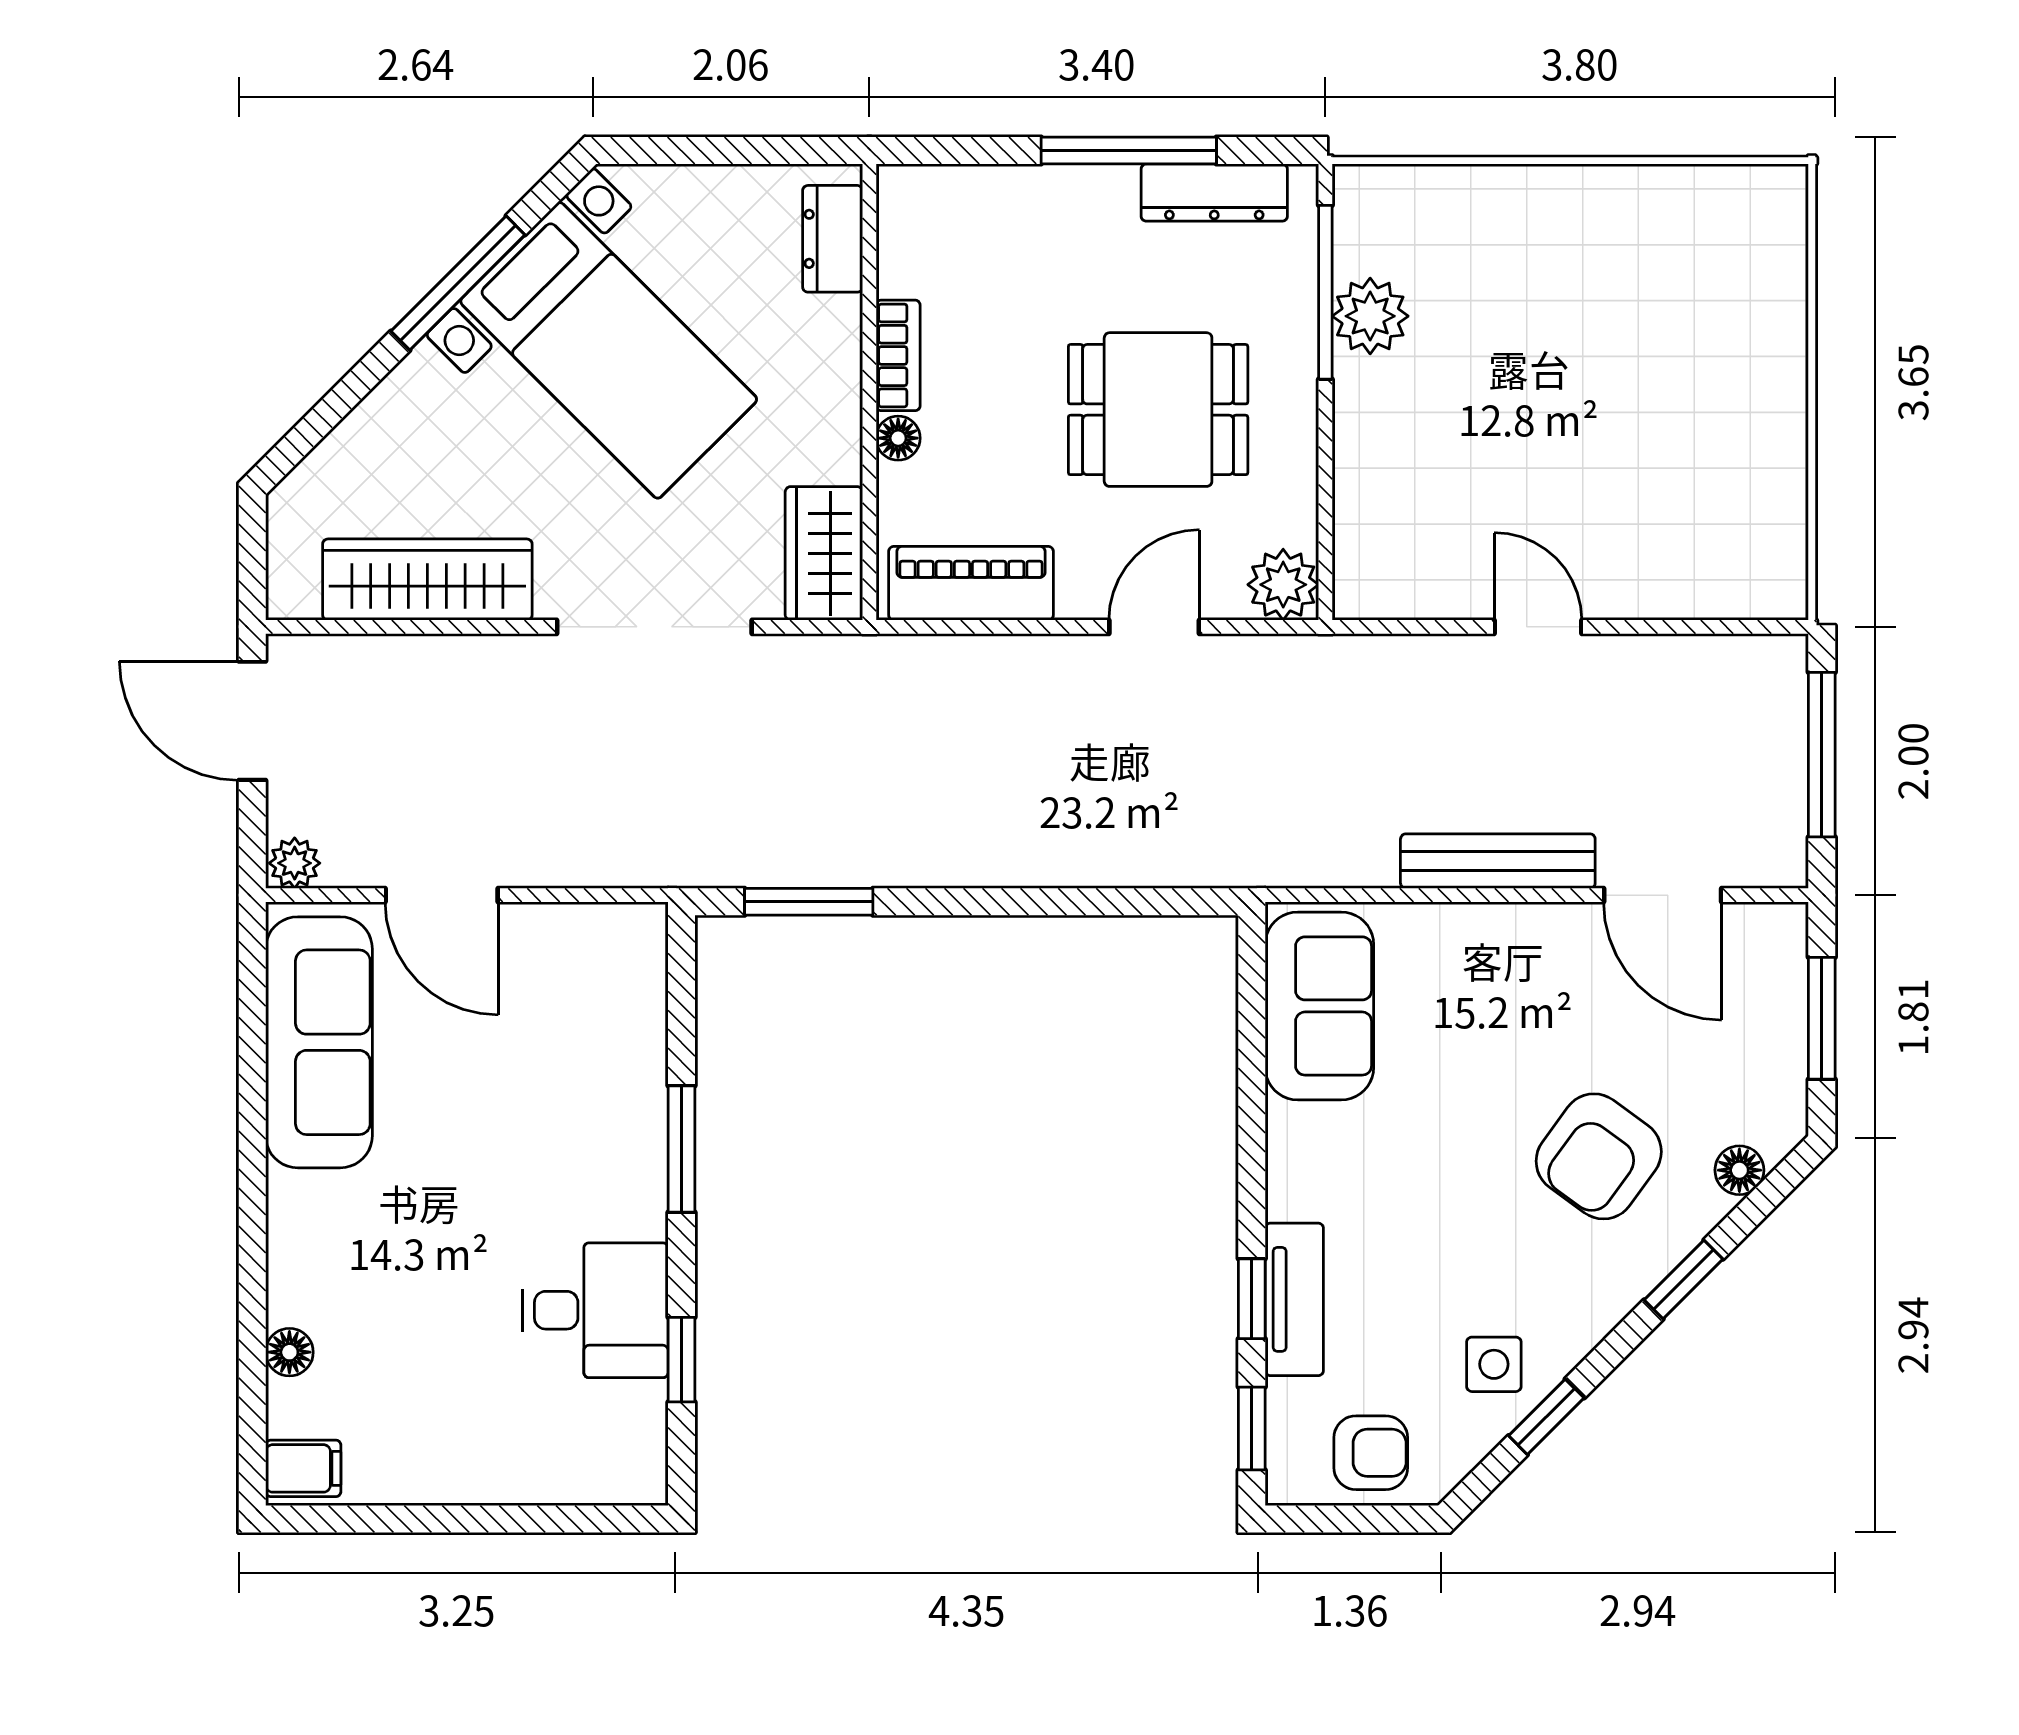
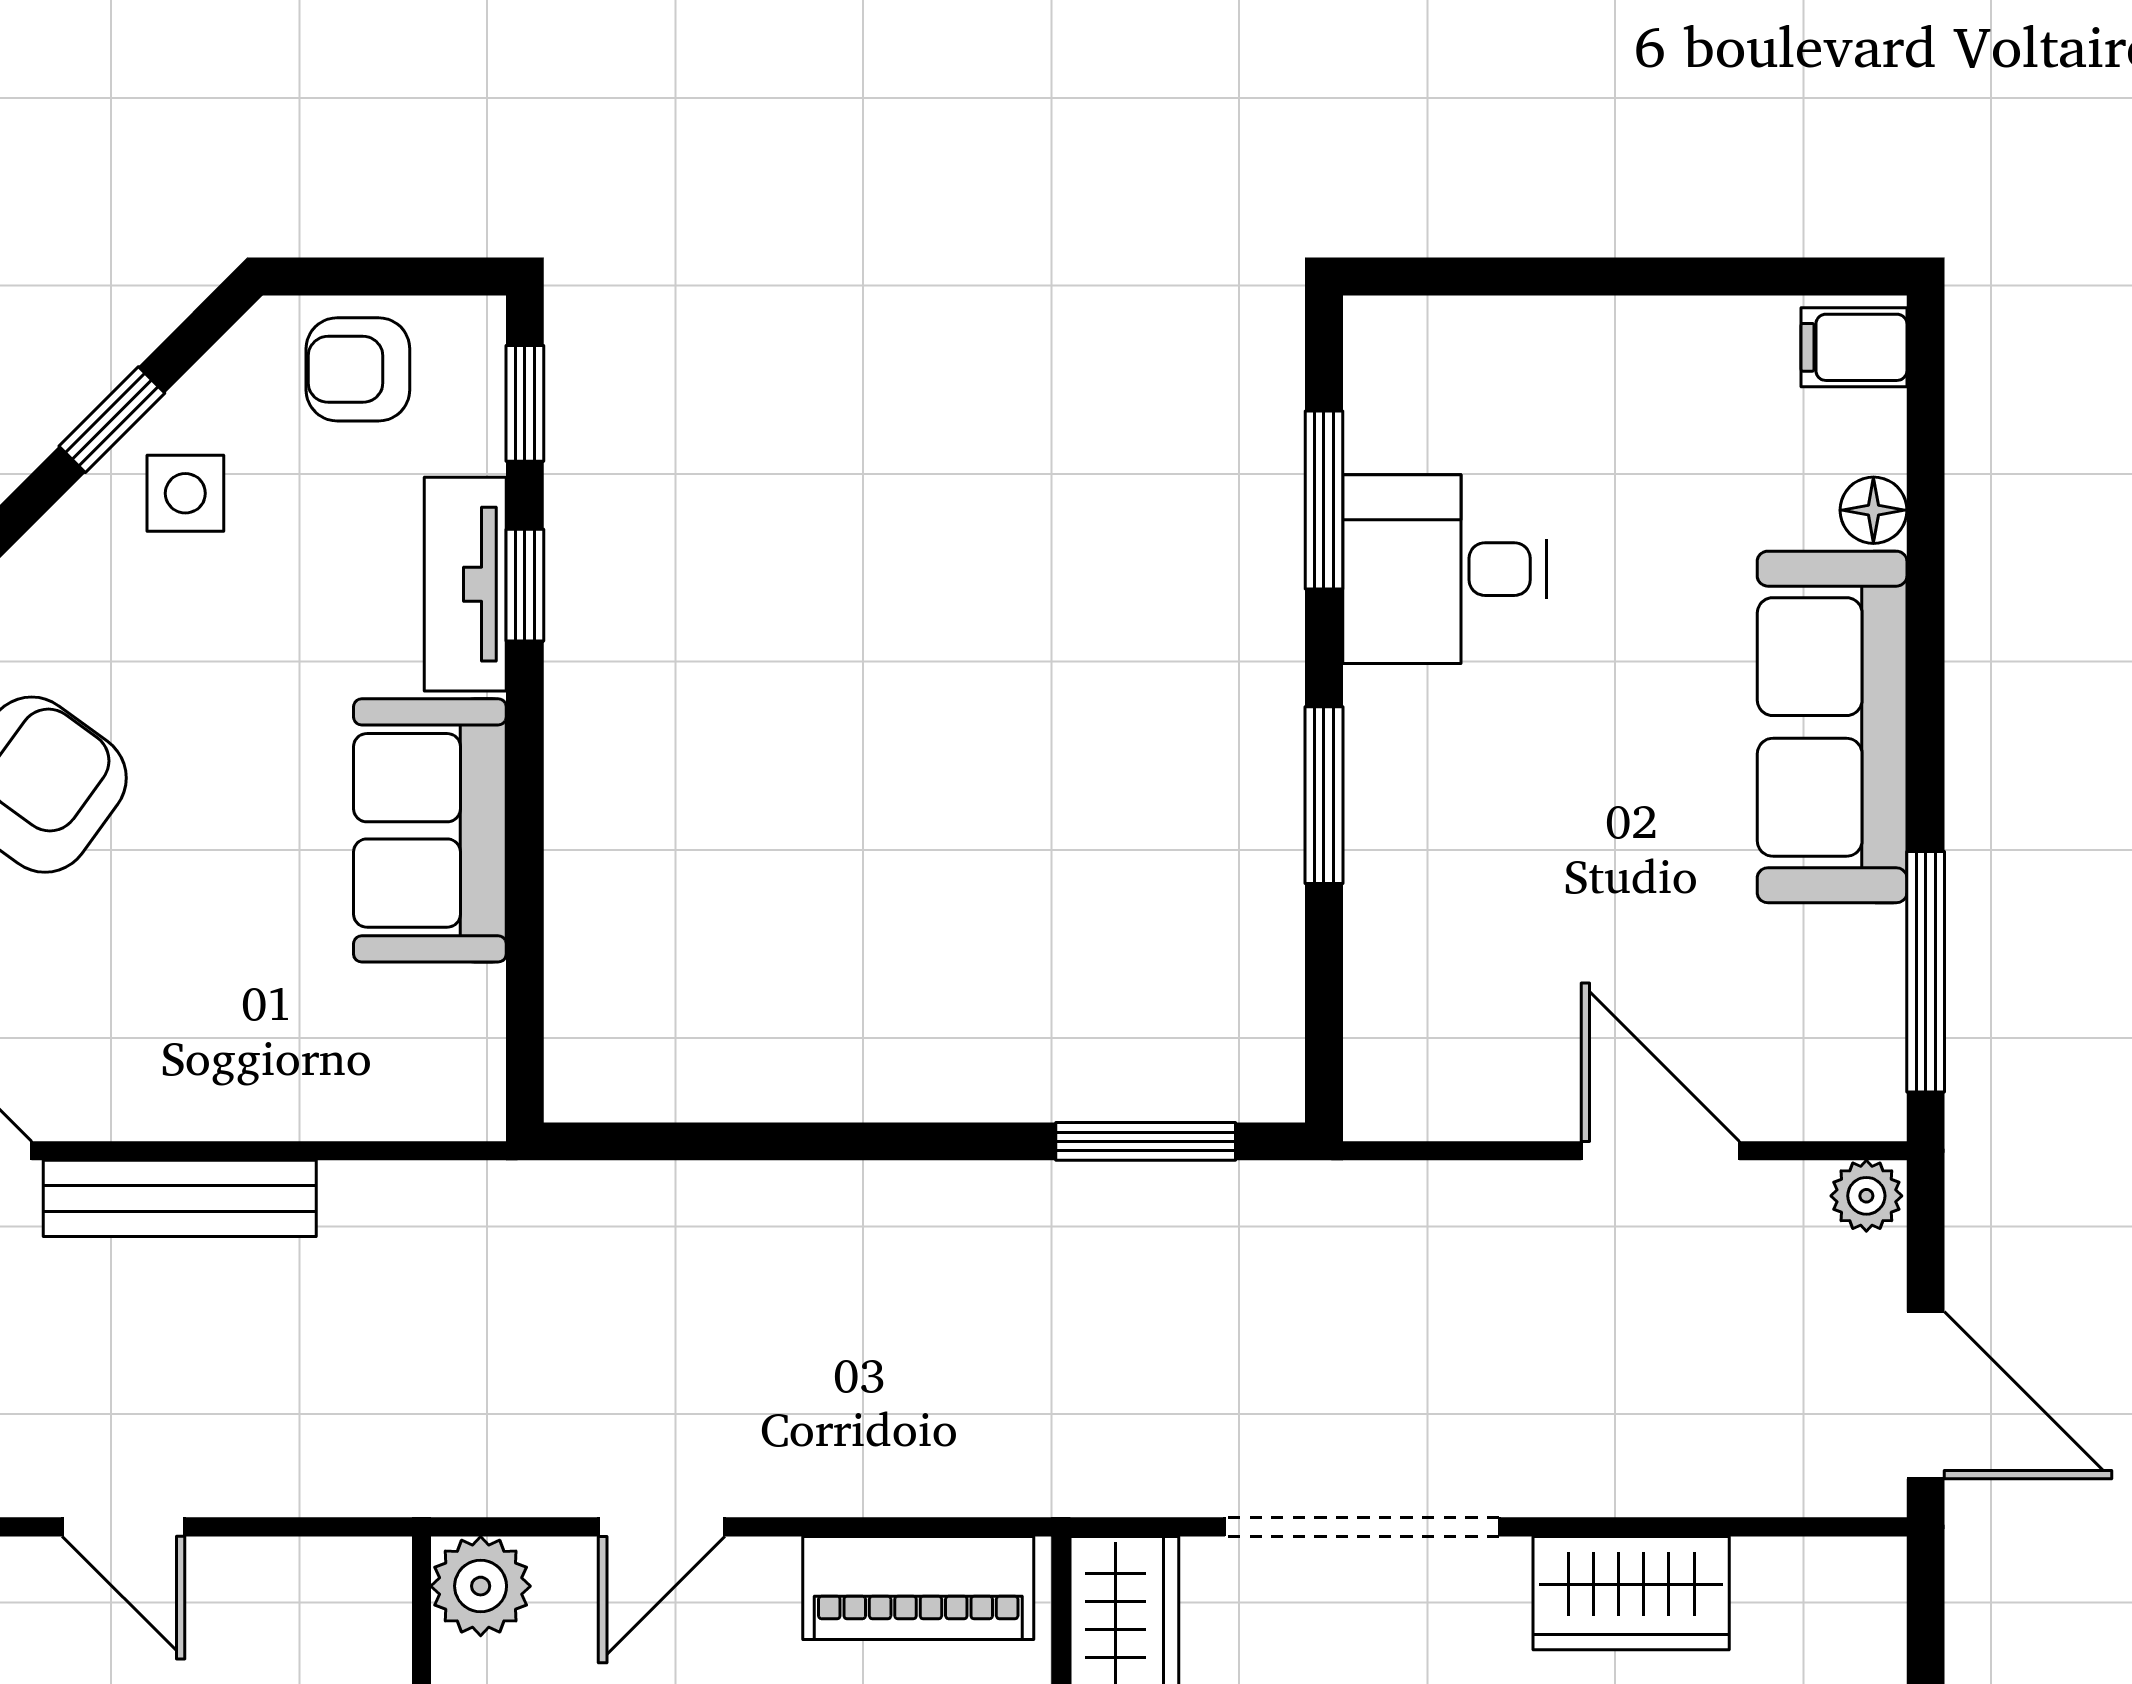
wardrobe: (427, 580) -> (1631, 1593), width x0.67
sofa: (1319, 1006) -> (430, 830), moved
window: (252, 1023) -> (1926, 972), added
sofa: (319, 1042) -> (1832, 727), moved
window: (682, 1360) -> (1324, 500), width x1.50

